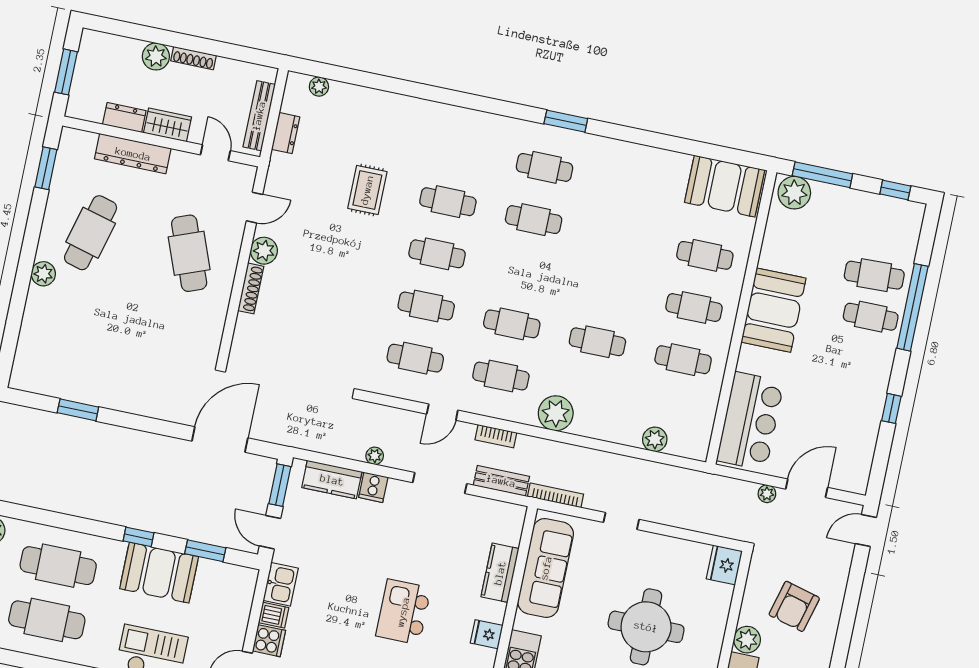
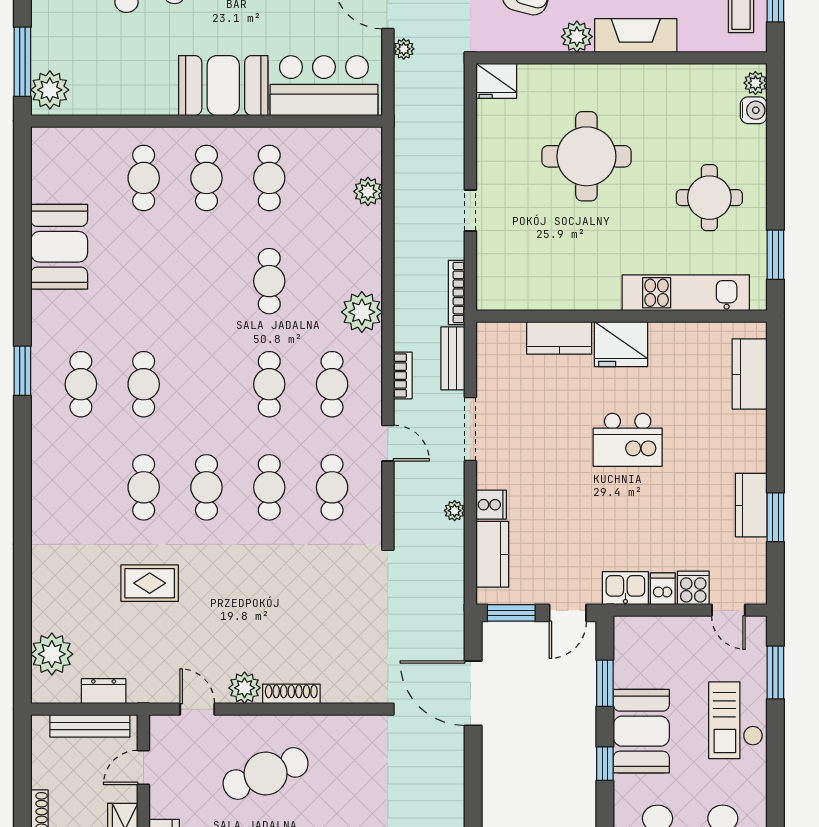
plant: (319, 87) -> (52, 654), width x1.88, depth x1.88
booth: (725, 186) -> (59, 247), moved
booth: (774, 310) -> (223, 86), moved
sofa: (546, 568) -> (543, 286), removed
fridge: (487, 634) -> (621, 344), width x1.88, depth x1.34

